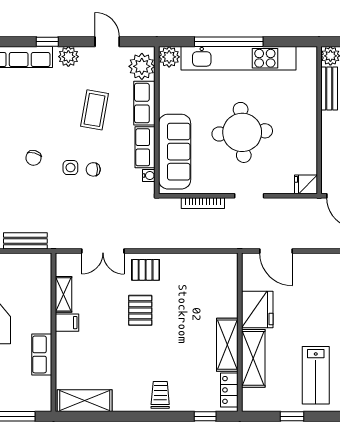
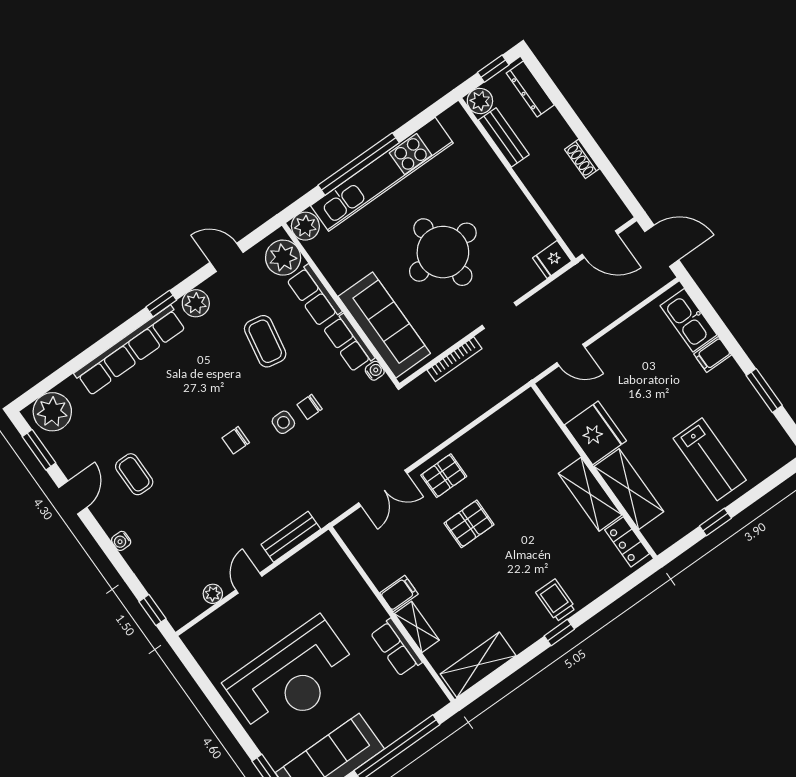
chair: (34, 158) -> (236, 440), turned 75
door: (276, 251) -> (571, 355), width x0.73
shelving: (63, 294) -> (417, 627), moved
pallet: (140, 310) -> (469, 524), turned 90
window: (205, 416) -> (559, 633), moved

